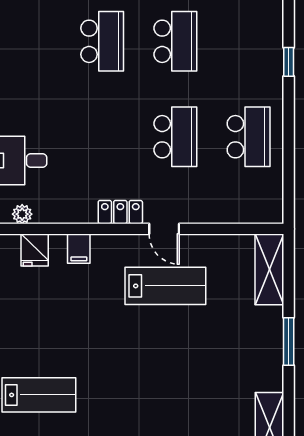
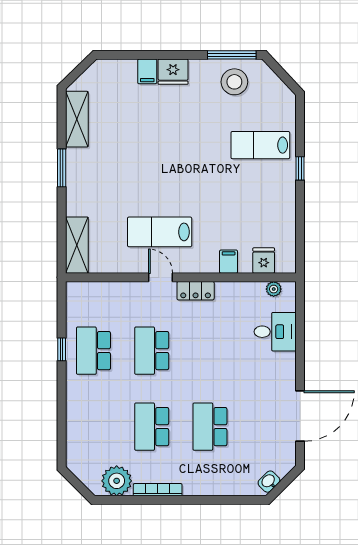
window: (289, 62) -> (62, 349), moved
window: (289, 341) -> (62, 168), moved

